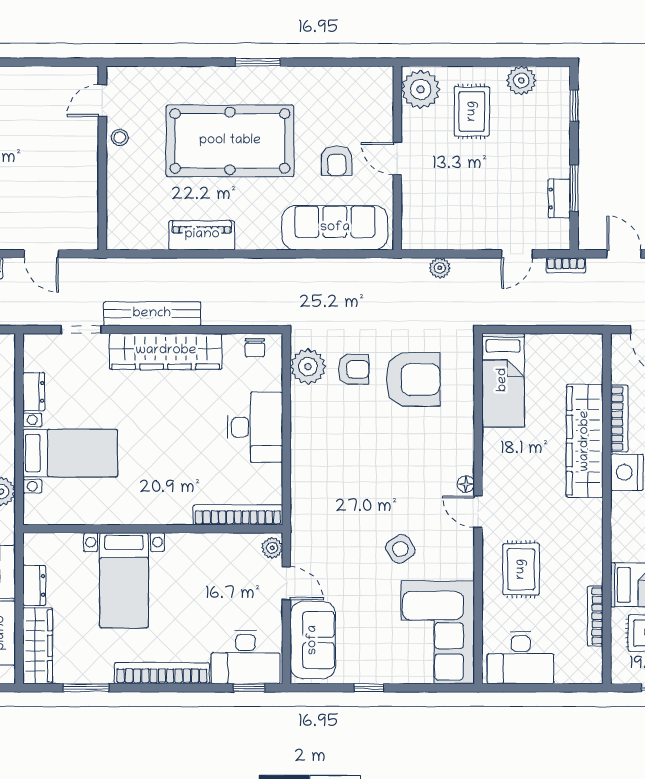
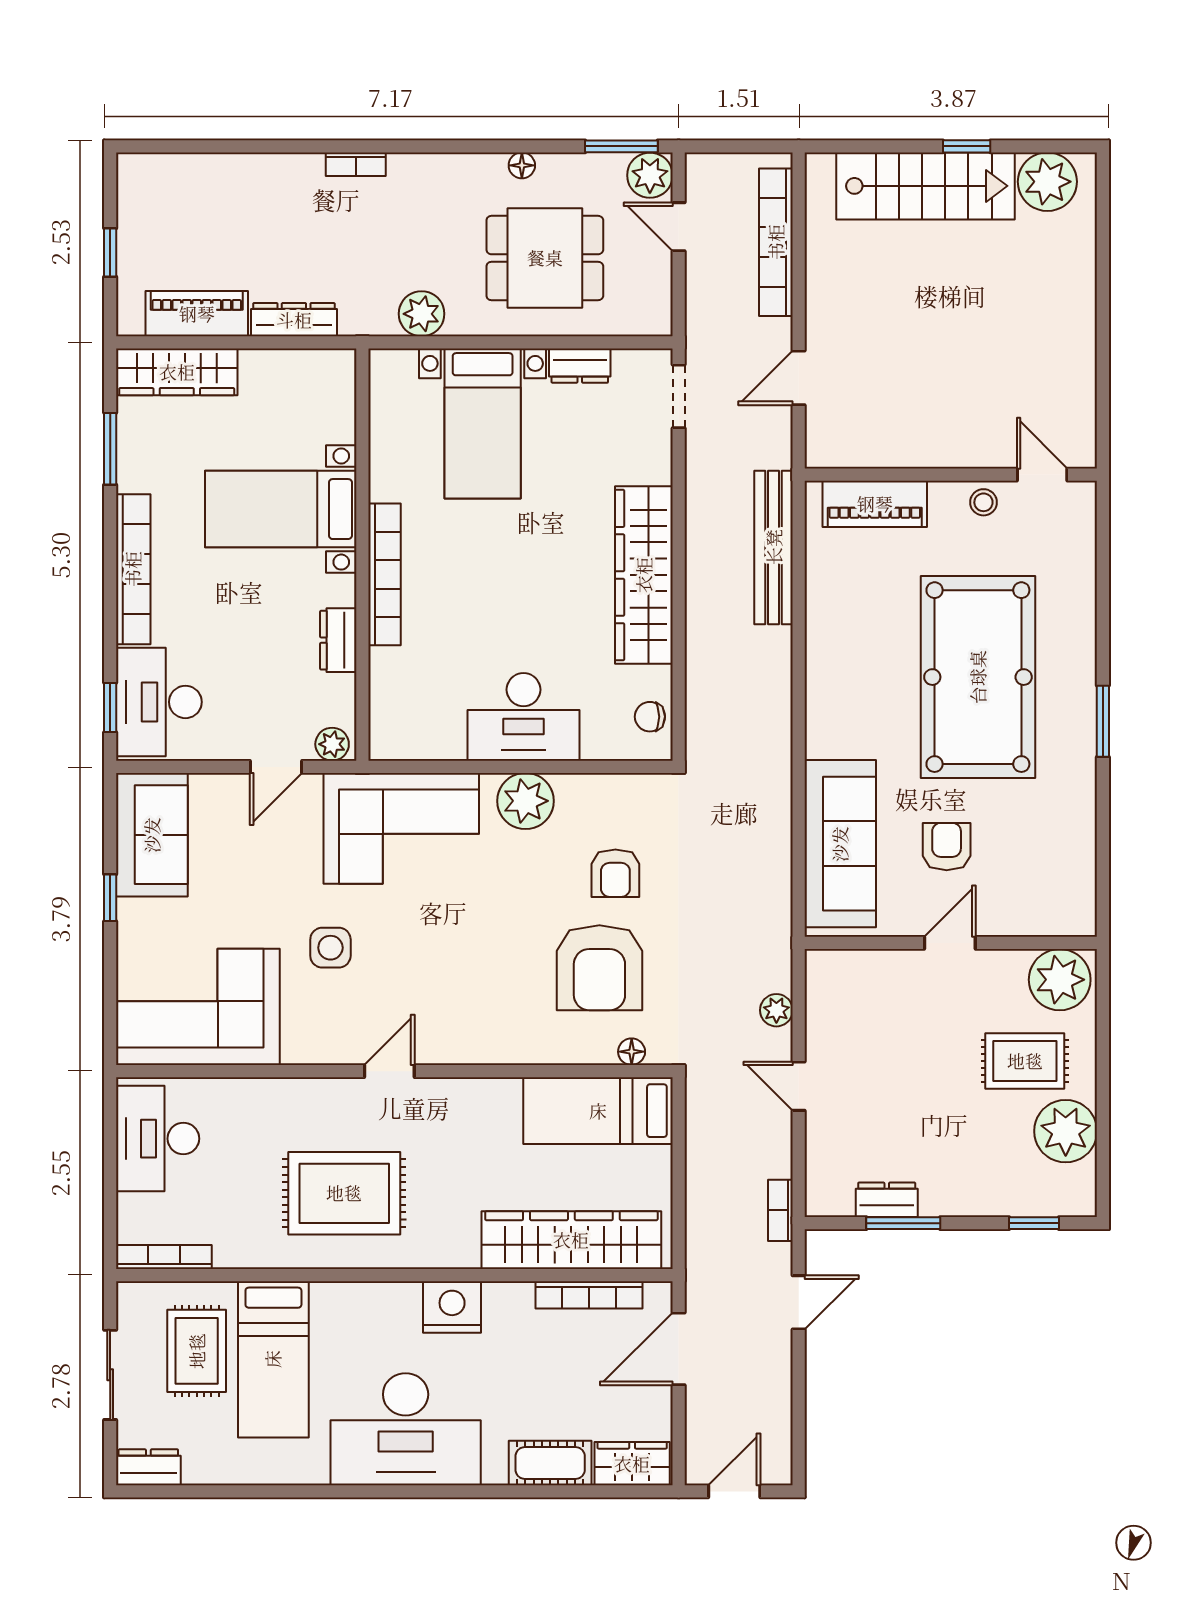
plant: (521, 80) -> (1066, 1131), width x1.36, depth x1.36
armchair: (337, 161) -> (947, 847), turned 90
piano: (202, 235) -> (875, 504), moved, turned 90
door: (517, 254) -> (799, 1086), moved
bench: (152, 314) -> (774, 547), moved
doorway: (81, 330) -> (679, 396), moved
plant: (308, 367) -> (525, 801), moved
bookcase: (619, 418) -> (589, 1295), moved
wardrobe: (585, 441) -> (571, 1240), moved
floor lamp: (466, 484) -> (632, 1052), moved
corner sofa: (325, 504) -> (401, 828), added
bookcase: (238, 515) -> (384, 574), moved
side table: (400, 549) -> (330, 948), turned 33
rug: (521, 569) -> (344, 1193), moved, width x1.36, depth x1.43
dresser: (34, 585) -> (338, 640), moved, turned 90
bookcase: (595, 616) -> (164, 1257), moved
sofa: (313, 640) -> (152, 835), moved, turned -90

